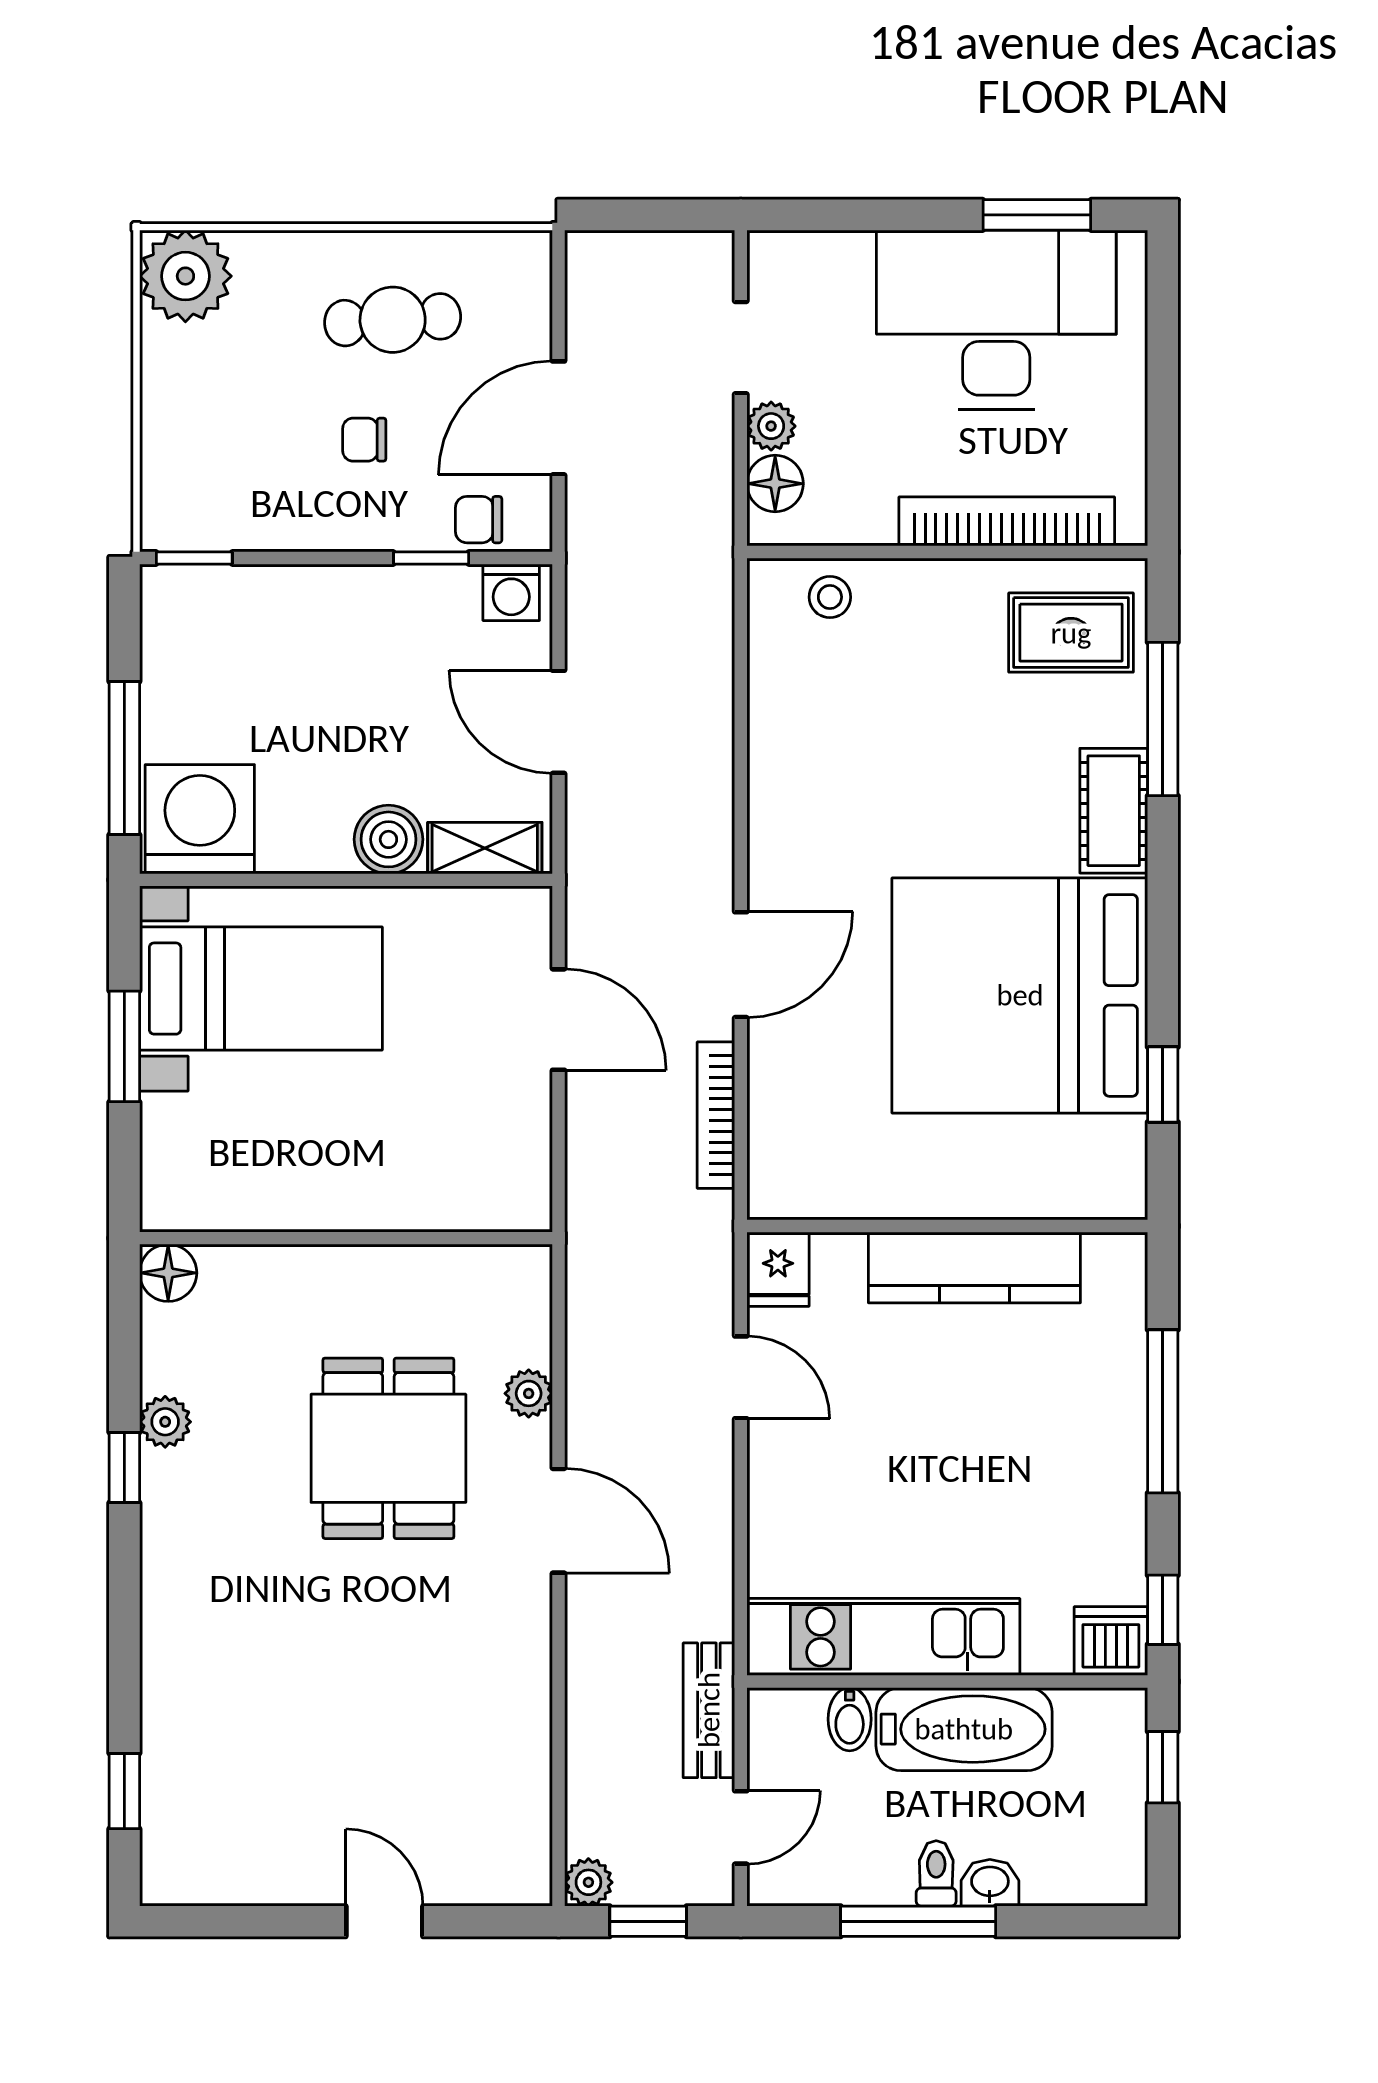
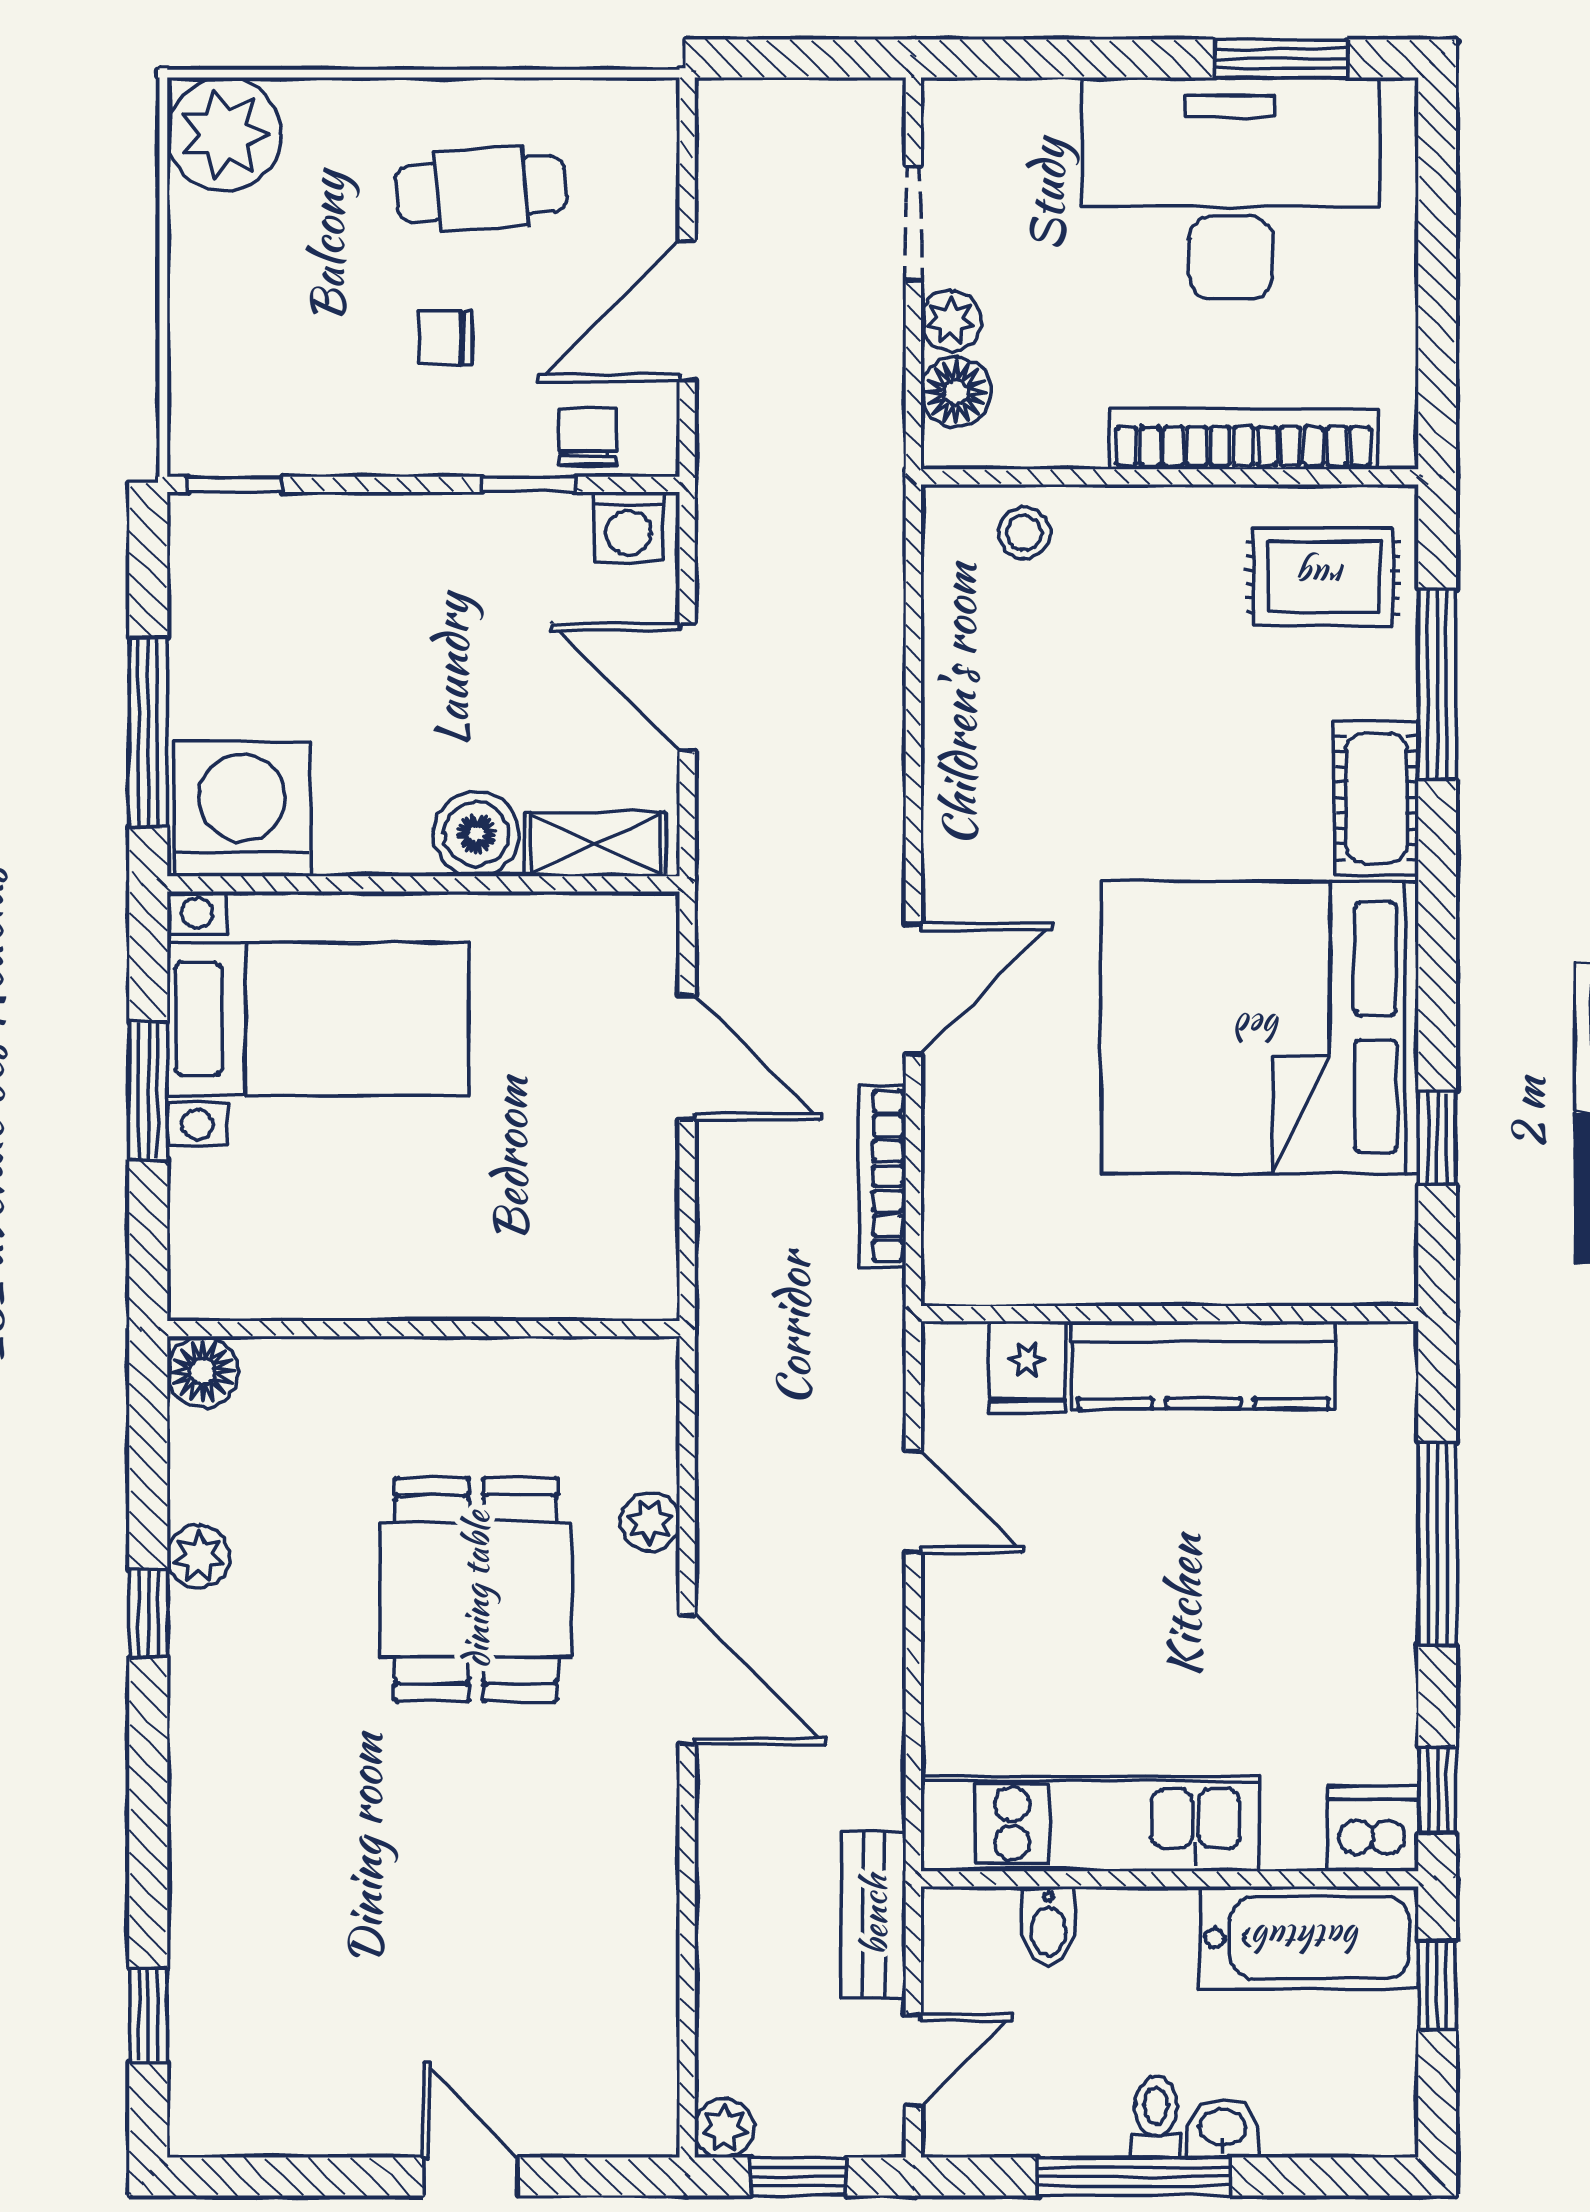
chair: (479, 520) -> (588, 437), turned 90
fridge: (778, 1269) -> (1027, 1367), moved
bathtub: (964, 1729) -> (1309, 1938), moved

